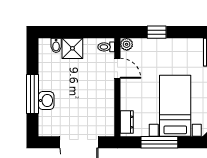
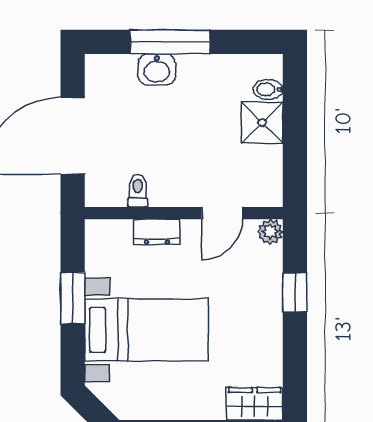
toilet: (106, 47) -> (138, 191), moved
dresser: (127, 122) -> (157, 232), moved
window: (159, 142) -> (73, 298), width x0.69

